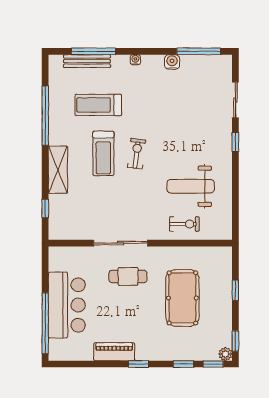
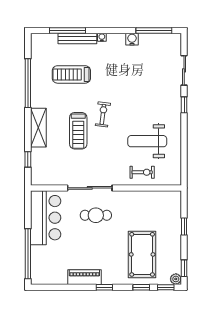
bench: (87, 61) -> (77, 38), moved
treadmill: (103, 153) -> (78, 131), moved
pool table: (182, 298) -> (142, 254), moved
bar counter: (67, 305) -> (46, 218), moved

